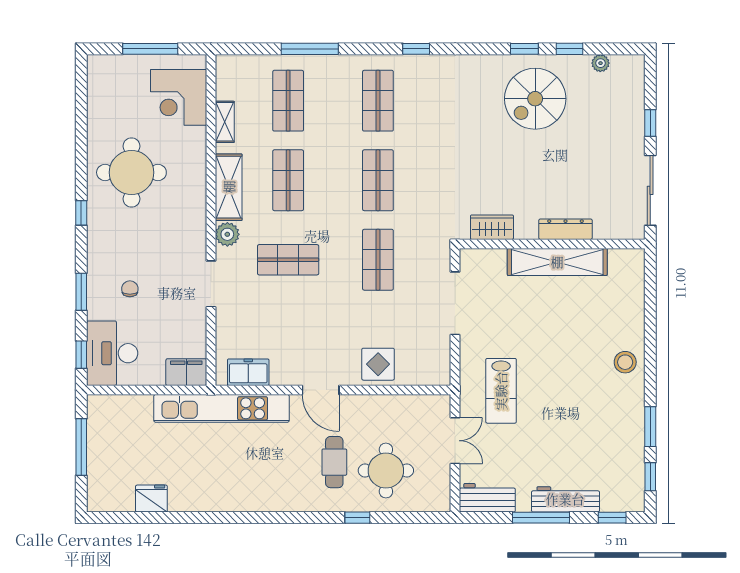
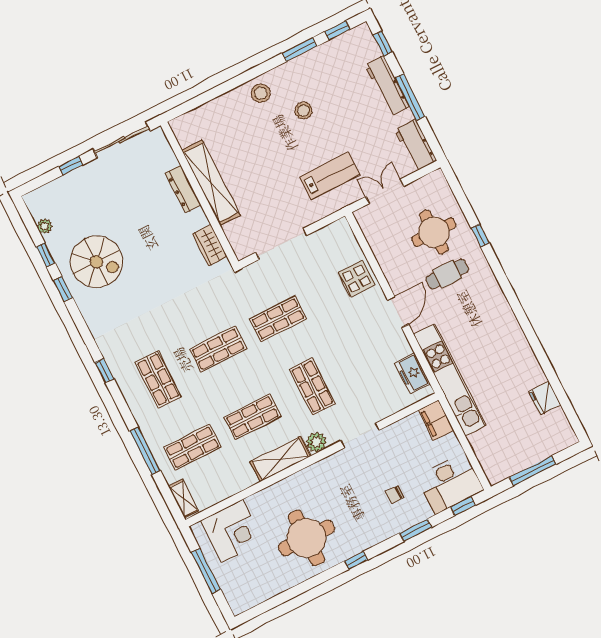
shop shelf: (378, 101) -> (158, 380), turned 90
shelving: (225, 122) -> (183, 499), moved, turned 90
stool: (584, 398) -> (303, 111), added

